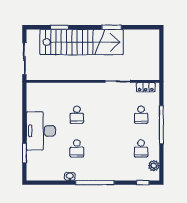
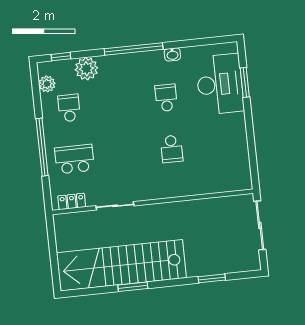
stairs: (82, 42) -> (121, 265), moved
school desk: (77, 115) -> (172, 149), turned 180
school desk: (141, 115) -> (74, 159), width x1.85
desk: (41, 131) -> (220, 84), moved
plant: (127, 173) -> (86, 69), added

